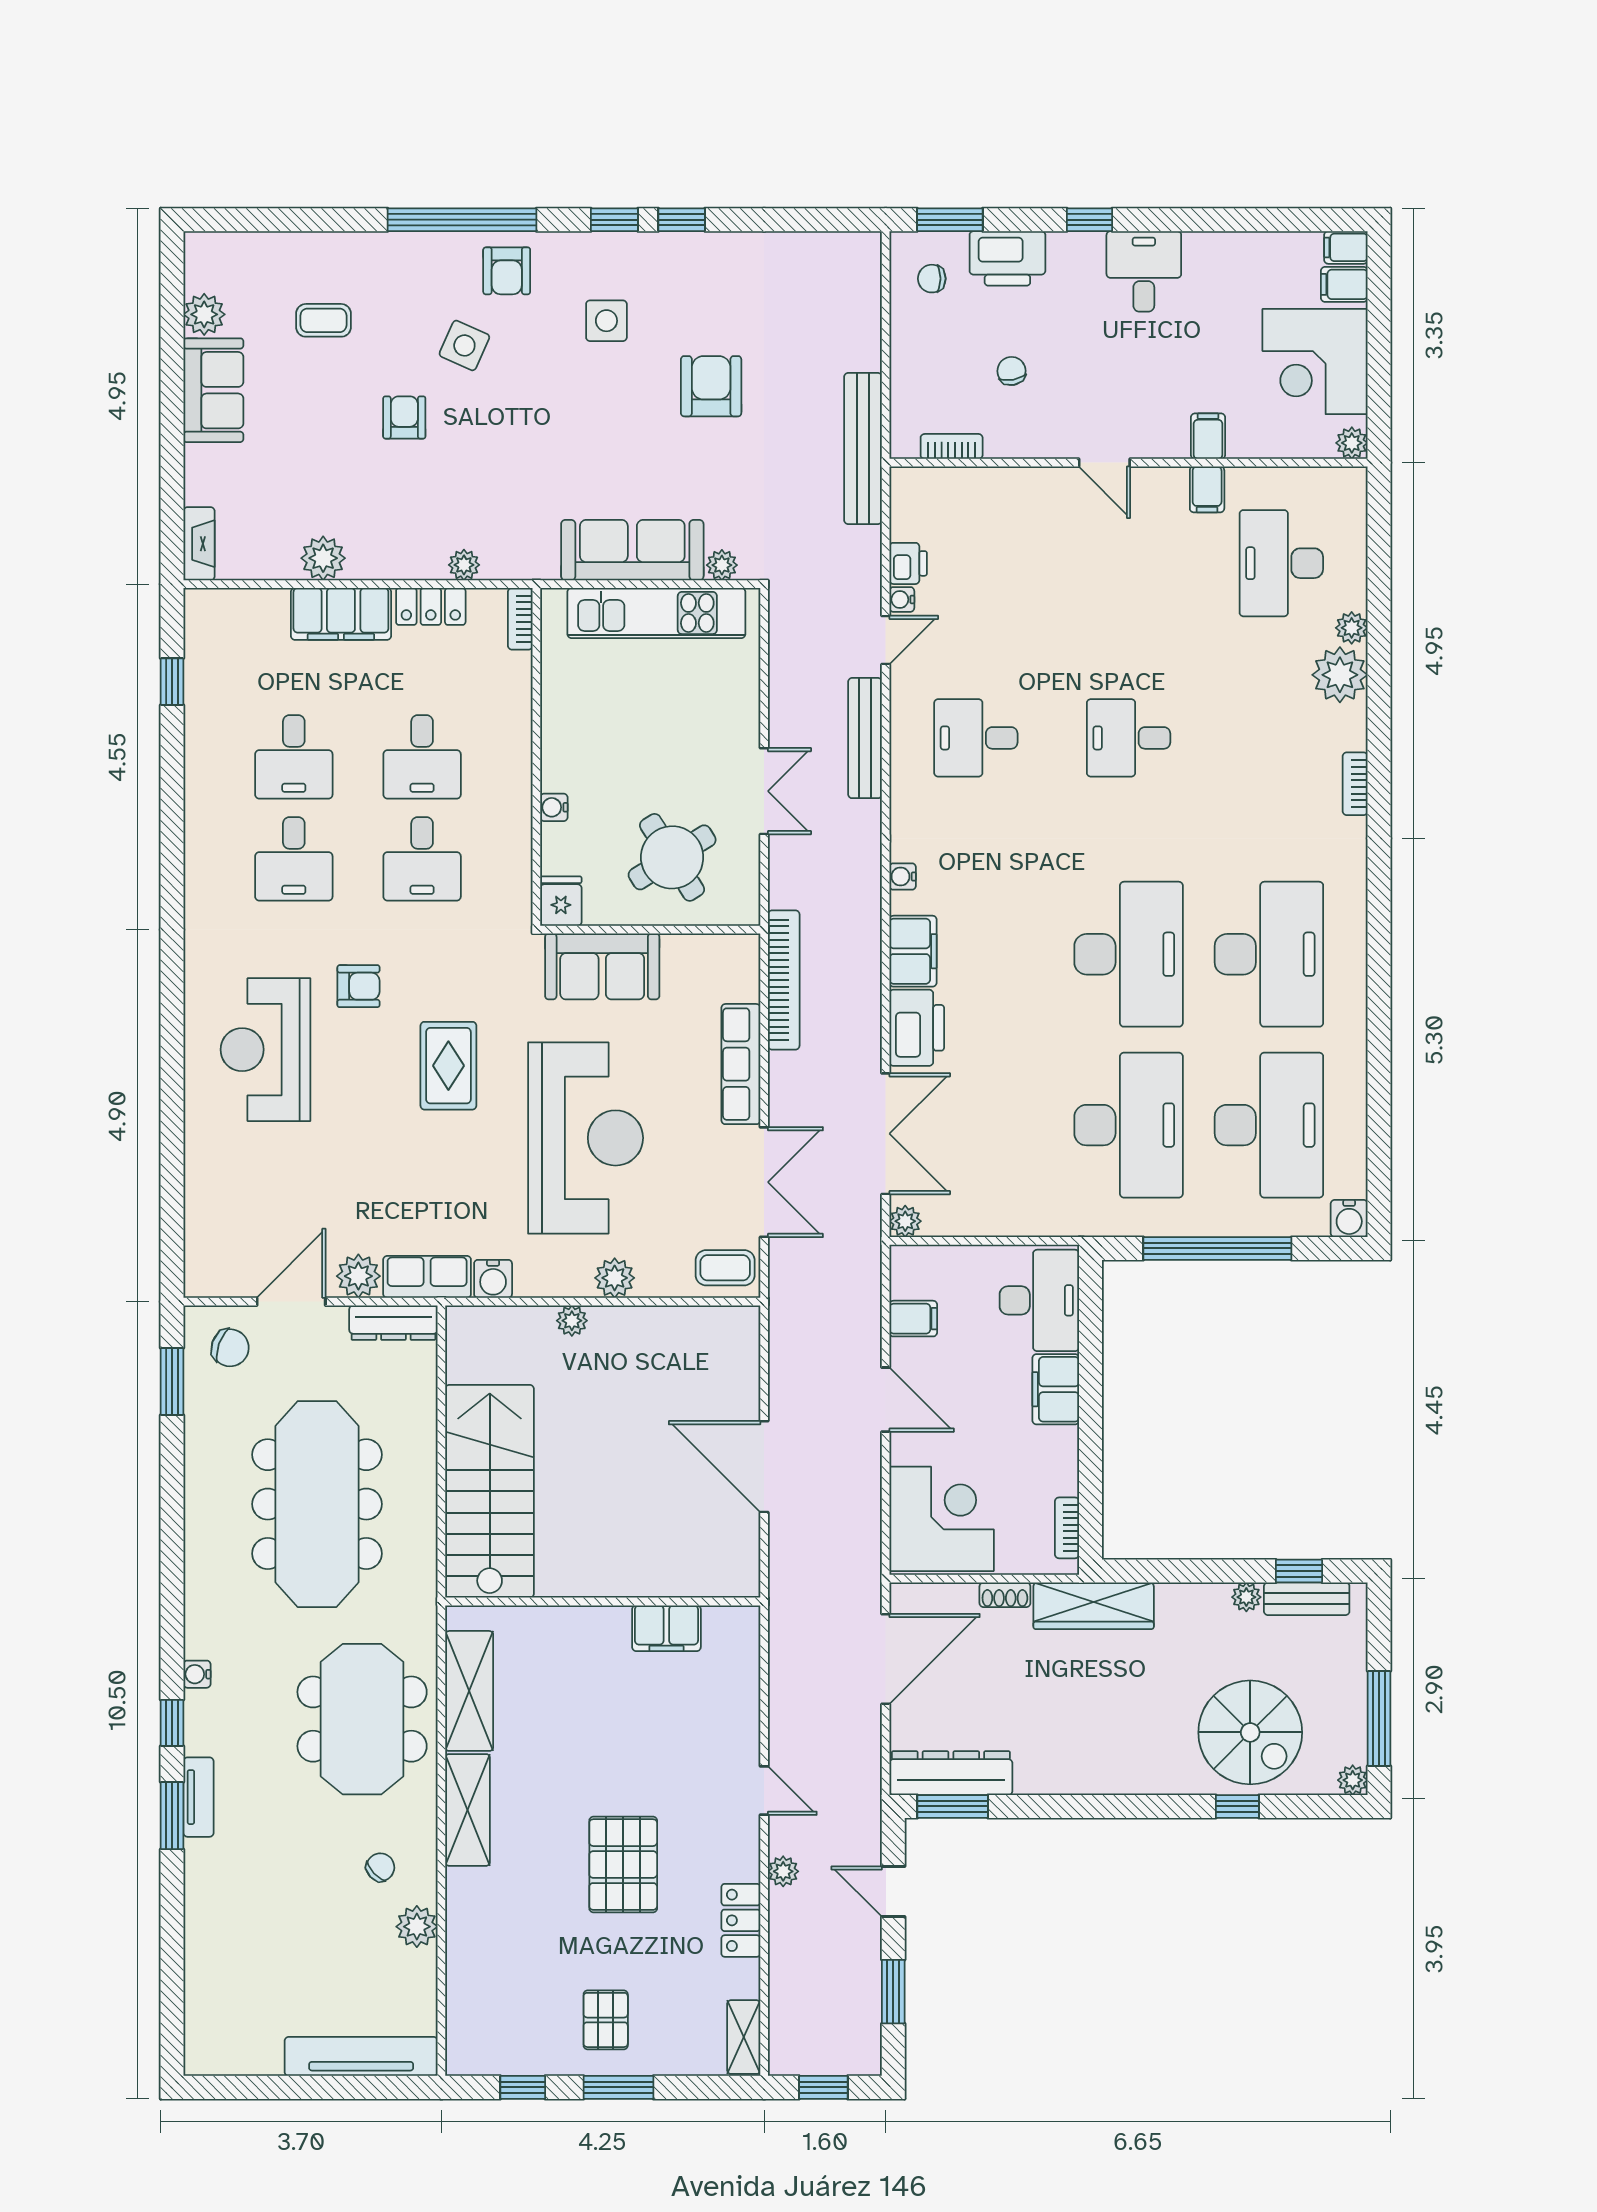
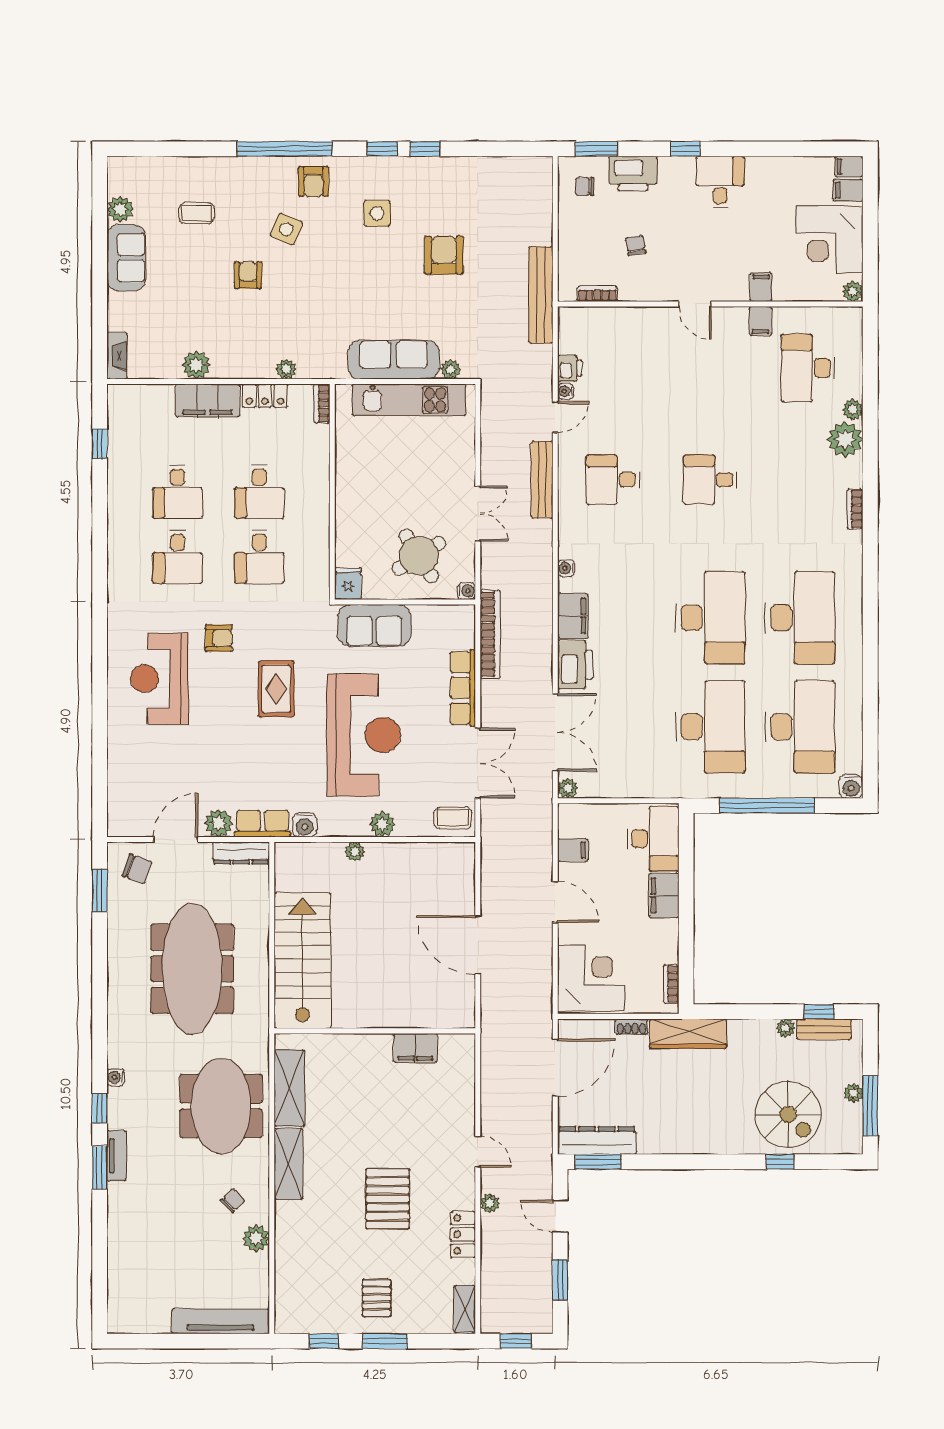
water cooler: (554, 807) -> (466, 591), moved, turned 180
plant: (1353, 1780) -> (853, 1093), moved

